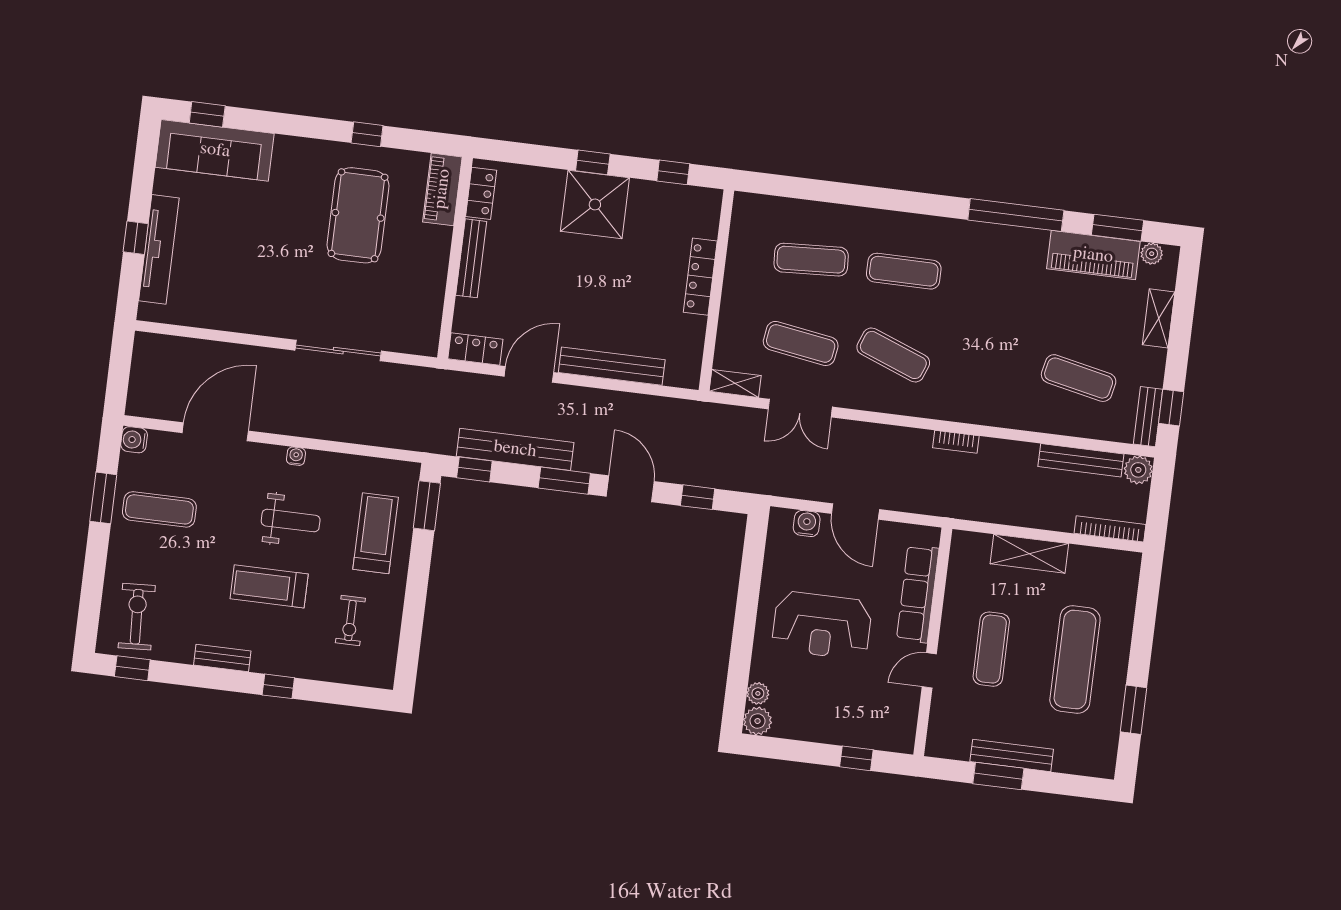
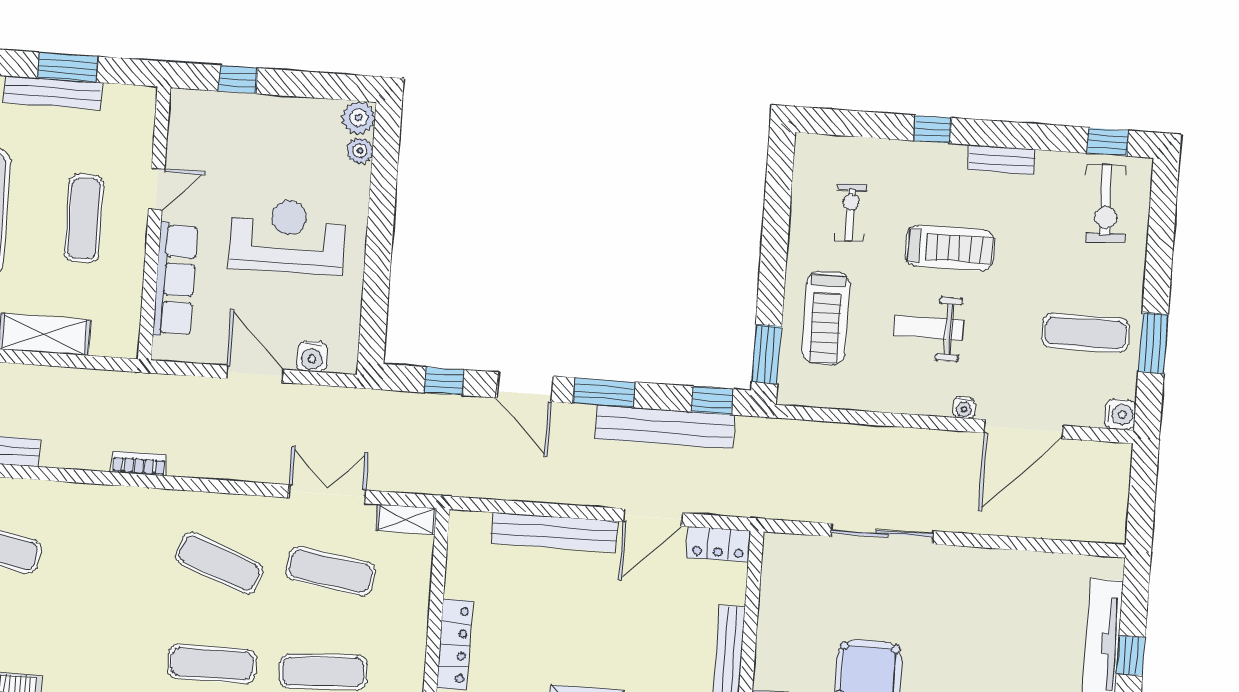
water cooler: (296, 456) -> (964, 408), moved

